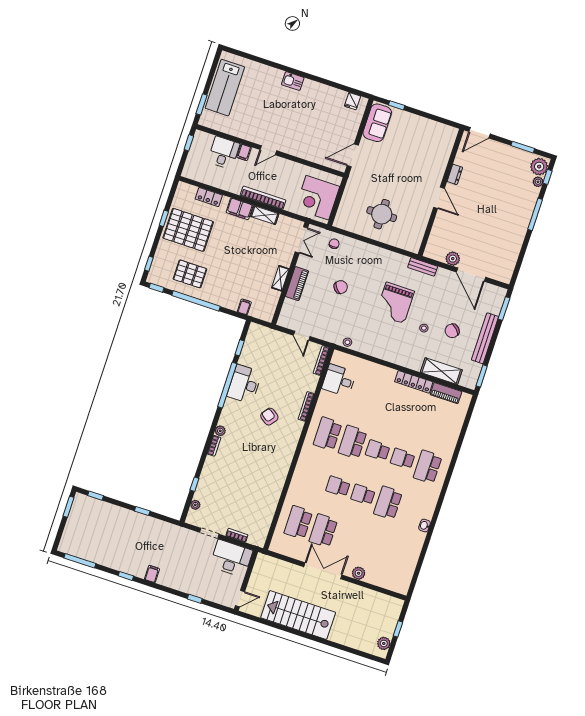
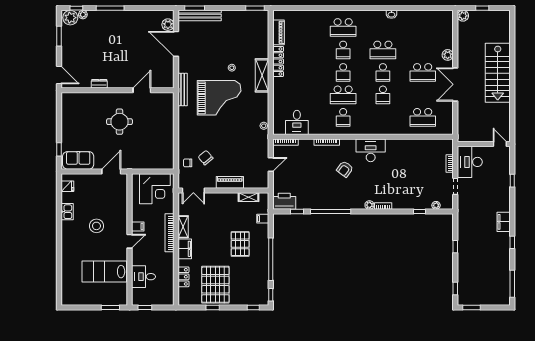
kitchen sink: (293, 81) -> (67, 212), moved
lab bench: (225, 88) -> (104, 272), moved, turned 180
stool: (298, 119) -> (96, 226), added
door: (268, 150) -> (130, 241), hinge flipped
filing cabinet: (244, 152) -> (138, 226), moved
door: (353, 155) -> (111, 171), swing flipped
door: (439, 198) -> (142, 90), moved
round table: (382, 214) -> (120, 122), moved
double door: (301, 240) -> (193, 190), swing flipped
plant: (453, 259) -> (168, 25), moved
bench: (423, 267) -> (183, 89), width x1.36
pallet: (190, 274) -> (240, 244), moved
door: (471, 275) -> (176, 44), swing flipped
shelving: (280, 278) -> (248, 197), moved
chair: (341, 287) -> (206, 158), moved
grand piano: (395, 303) -> (219, 98), width x1.37, depth x1.48
chair: (452, 331) -> (226, 44), removed
printer: (256, 337) -> (284, 201), added
bench: (485, 338) -> (200, 16), moved
shelving: (441, 371) -> (262, 75), moved
desk: (244, 384) -> (371, 150), moved, turned 180
school desk: (328, 434) -> (343, 117), width x0.54
school desk: (323, 531) -> (423, 72), moved
filing cabinet: (152, 574) -> (504, 222), width x2.00
stairs: (298, 615) -> (498, 73), moved
plant: (384, 643) -> (463, 16), moved

